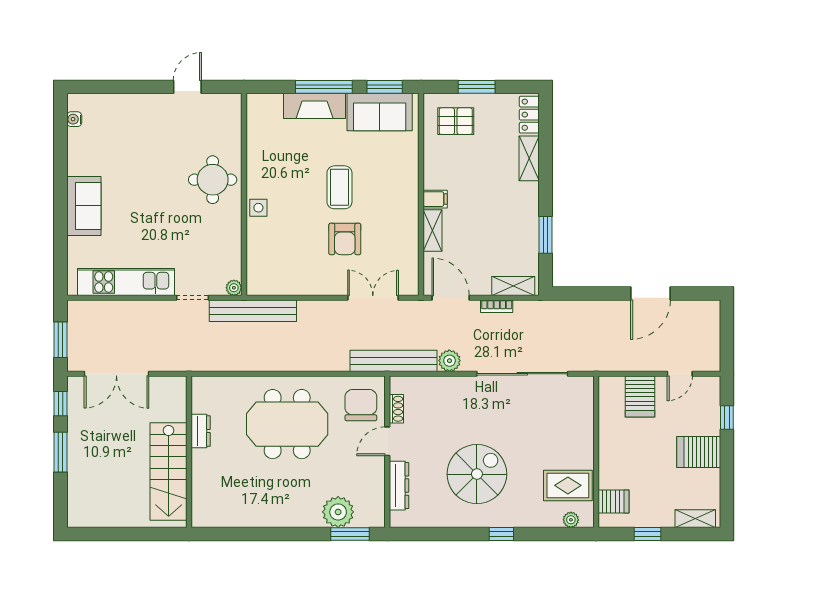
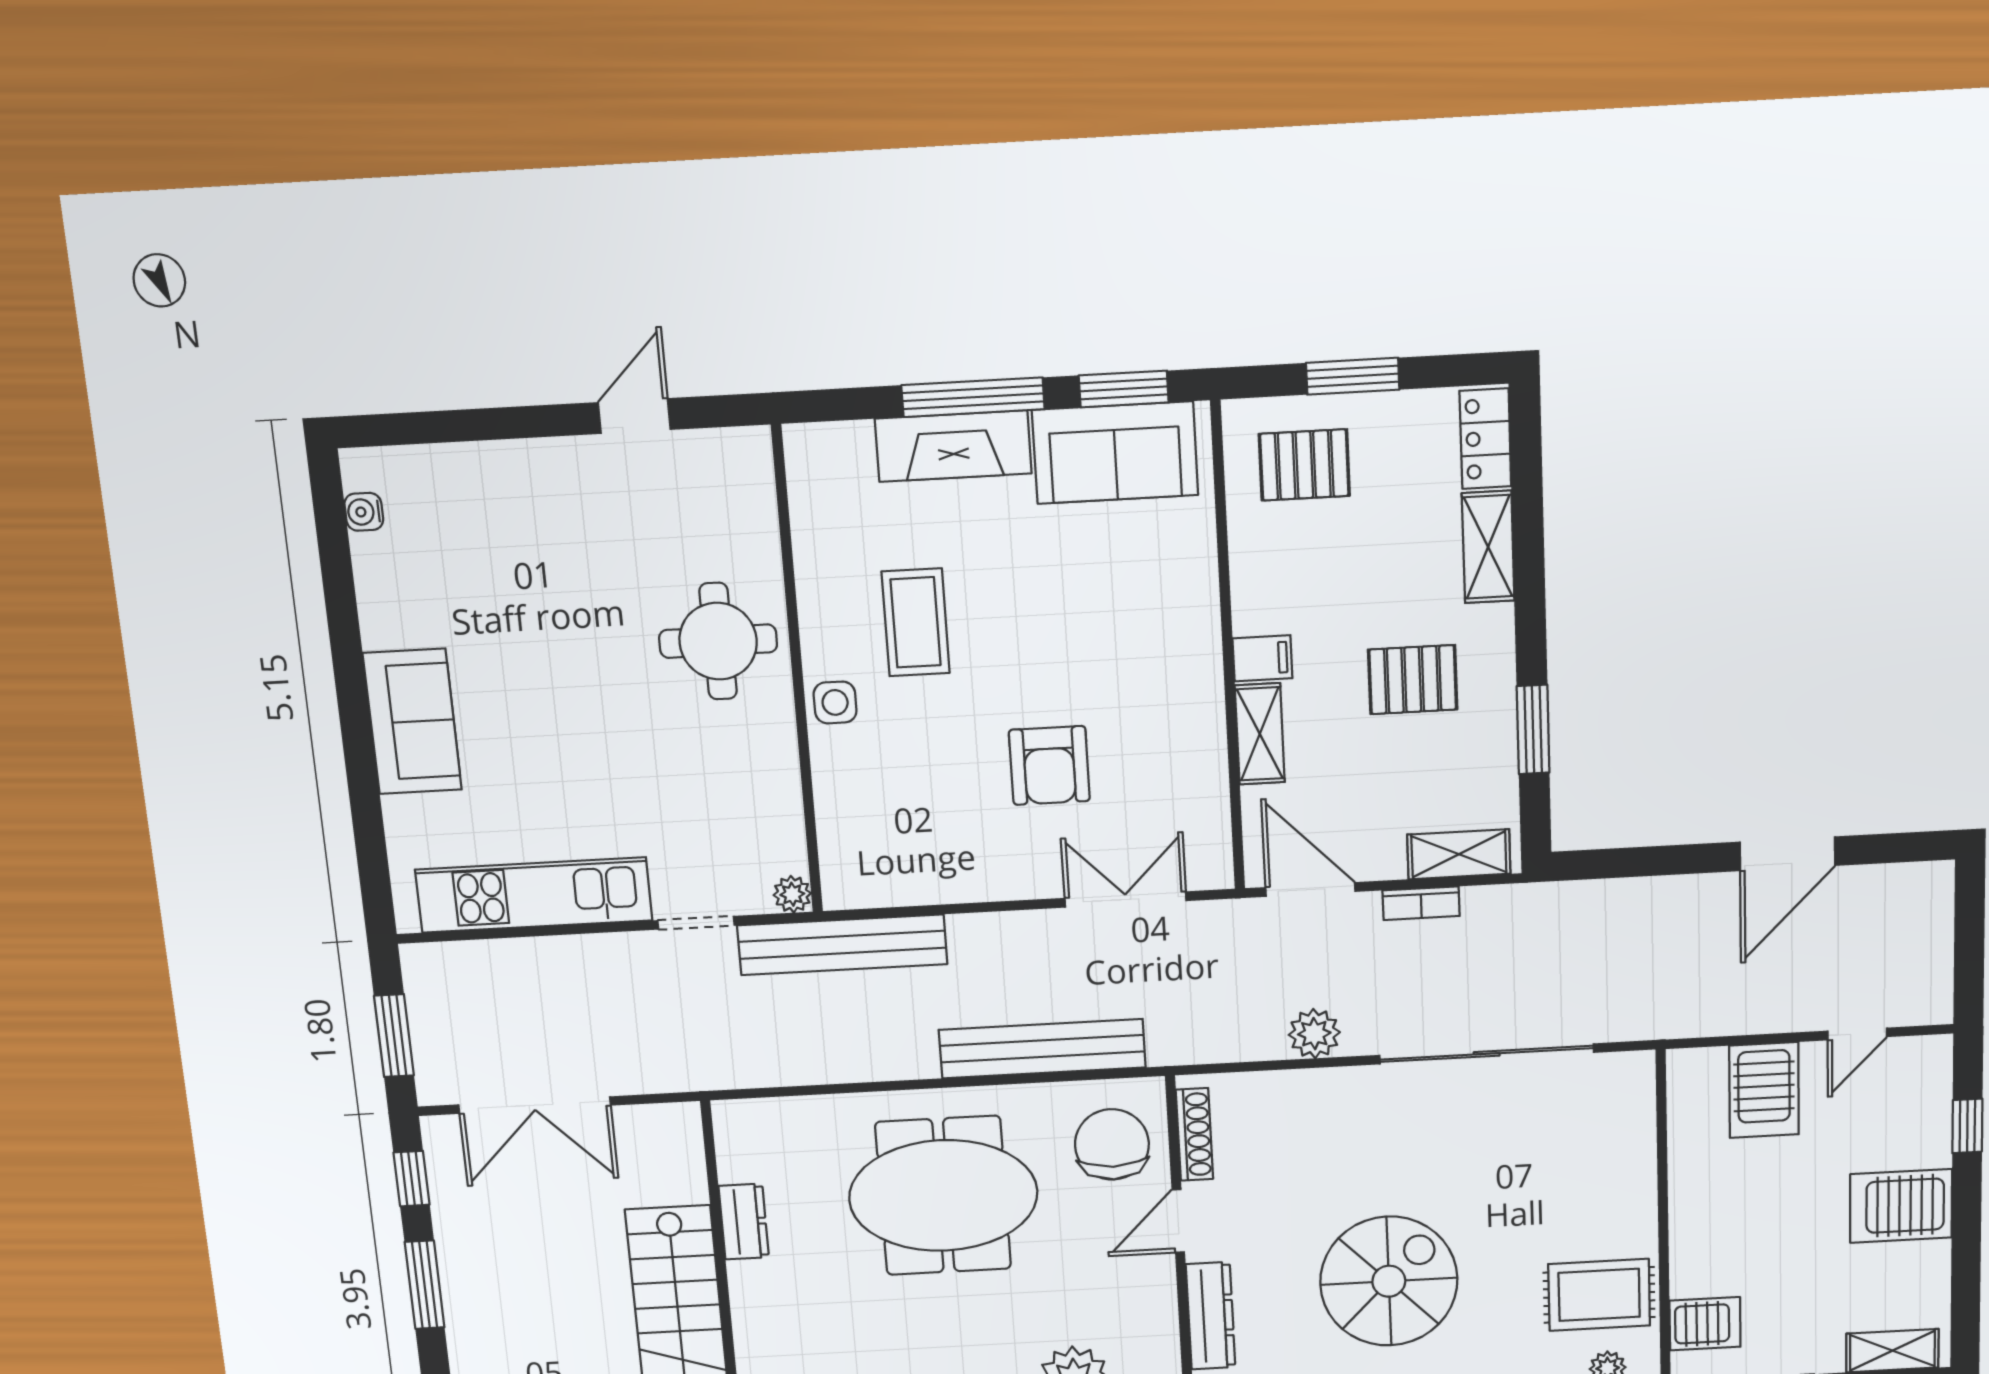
coffee table: (339, 187) -> (916, 622), moved
pallet: (497, 211) -> (1413, 680), added
bench: (394, 361) -> (1042, 1049), moved
shoe rack: (396, 409) -> (1194, 1134), width x1.43

